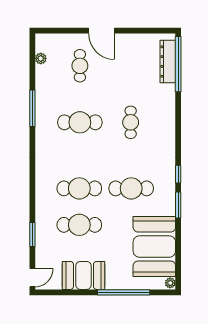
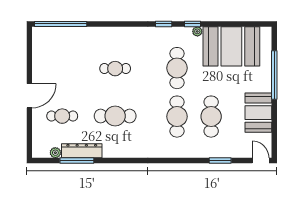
dresser: (168, 62) -> (82, 151), moved, turned 180
window: (32, 108) -> (77, 161), moved
cafe table: (80, 122) -> (115, 116), turned 90
window: (178, 205) -> (193, 24), width x0.67
plant: (170, 283) -> (197, 31), moved

